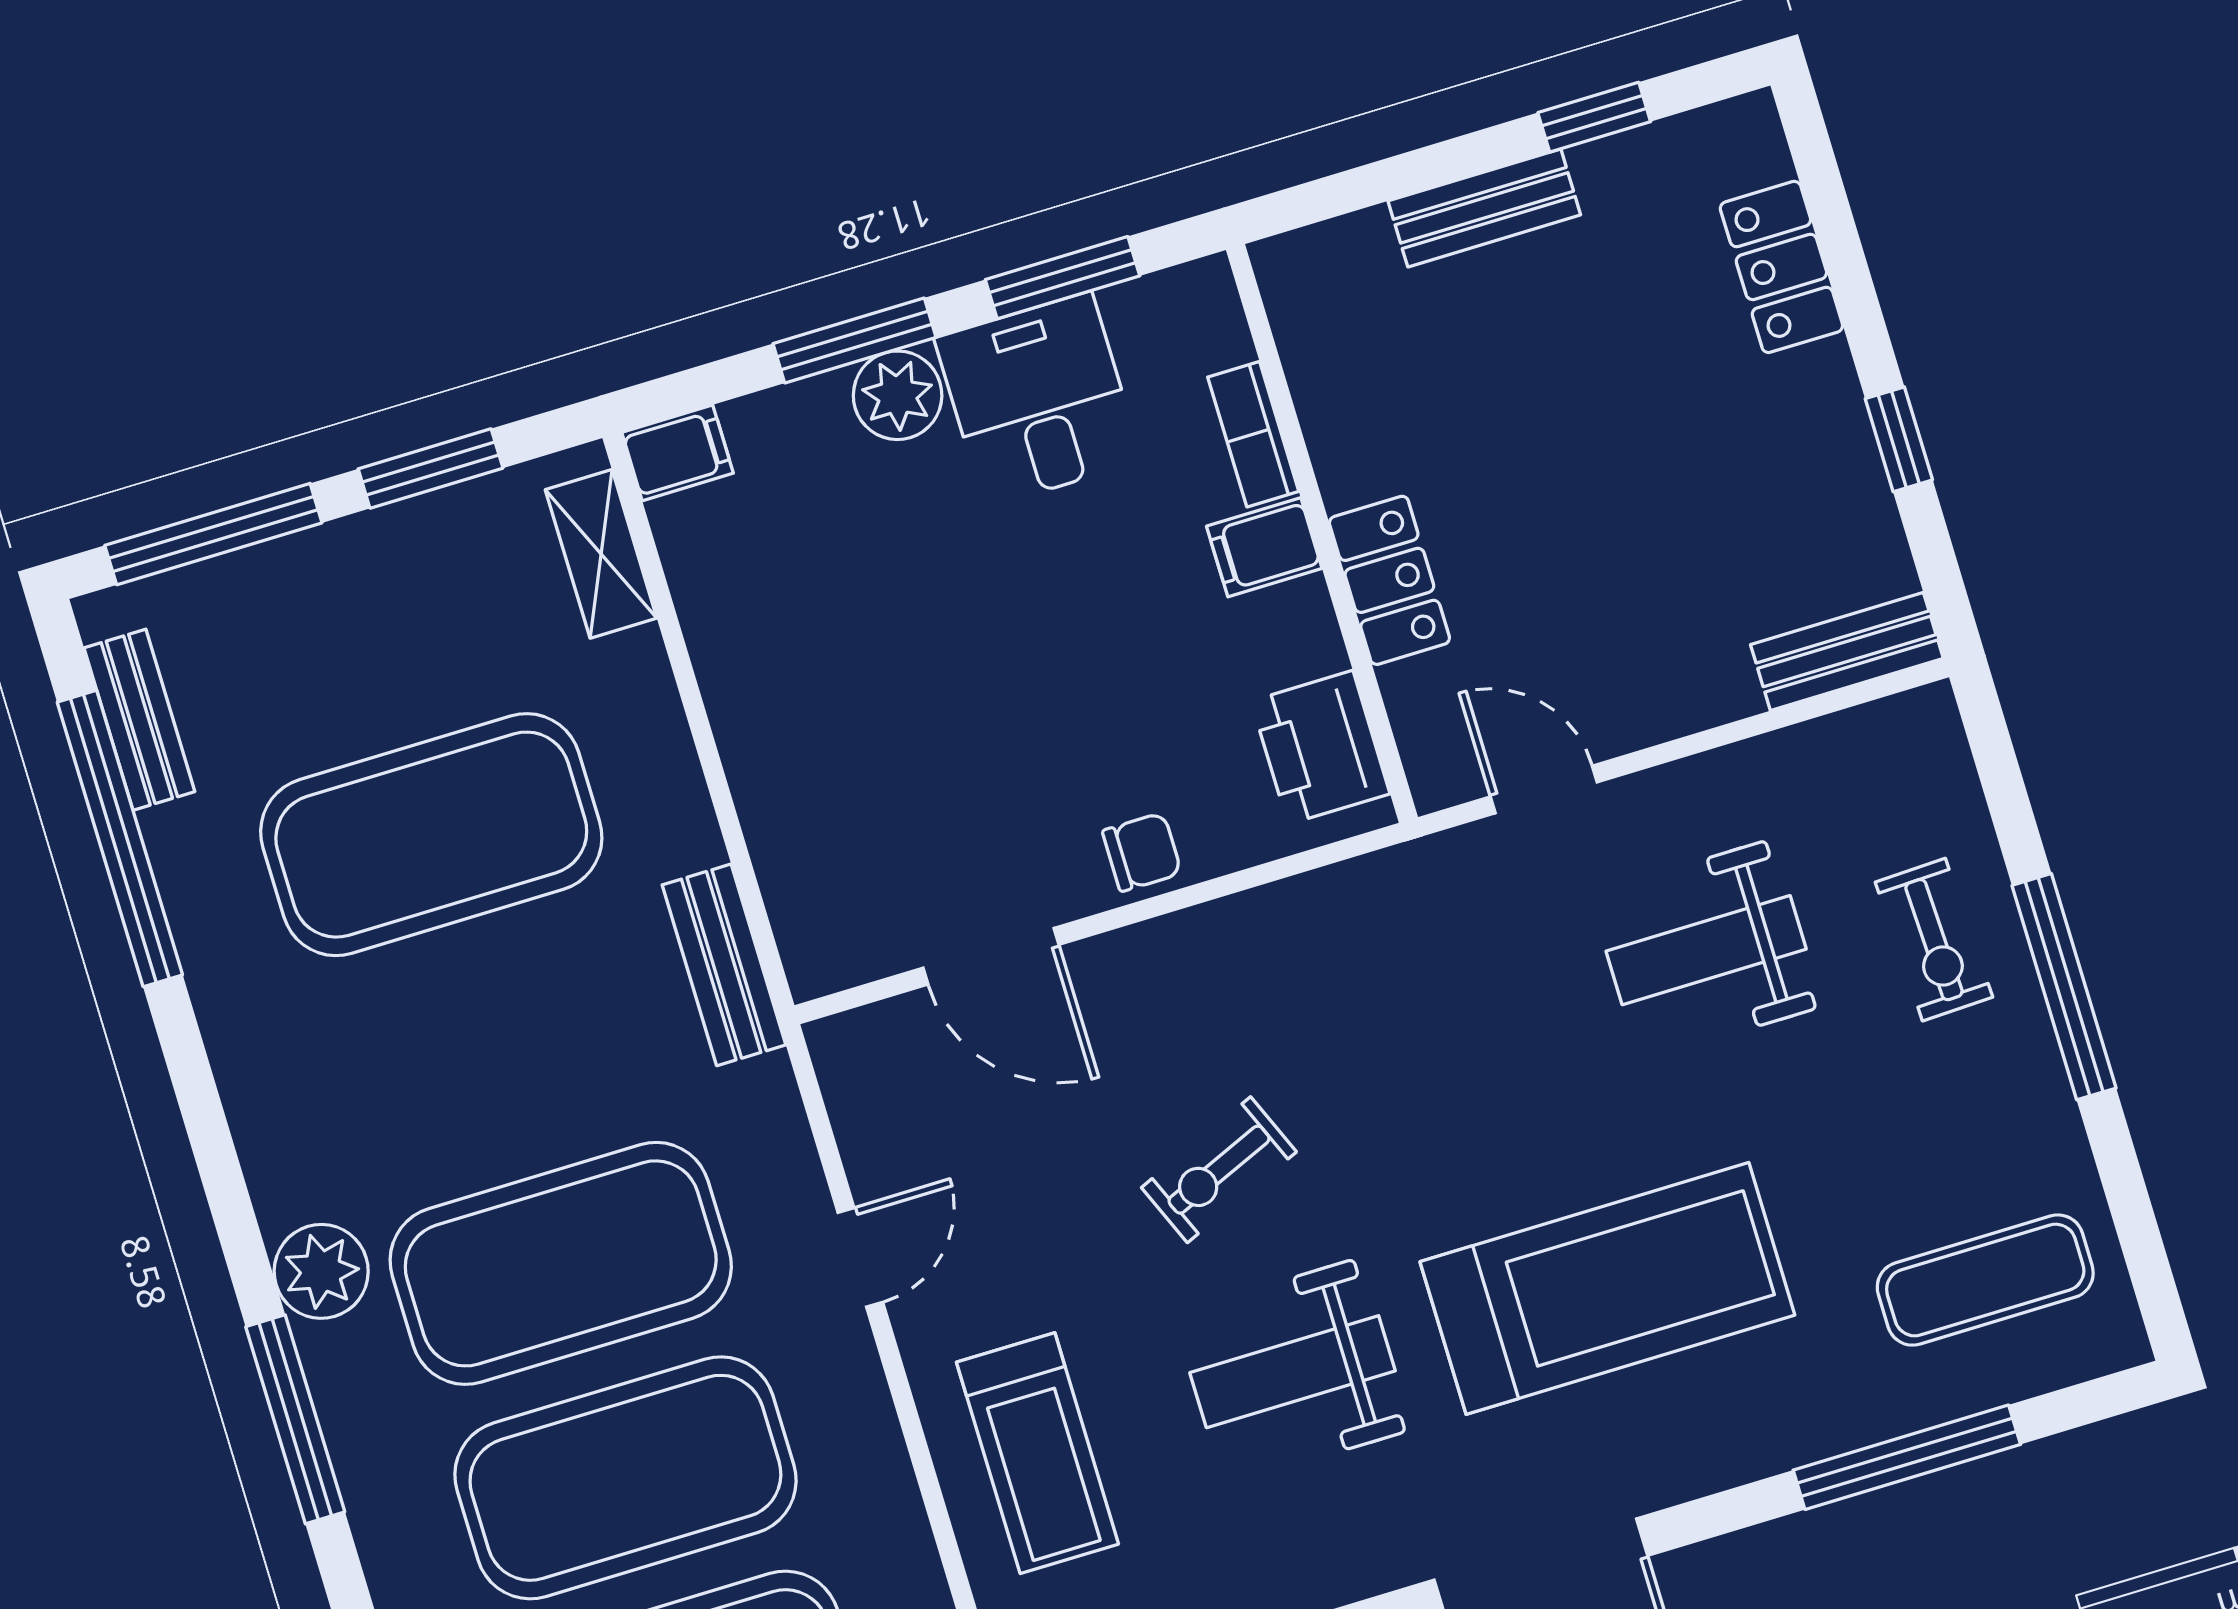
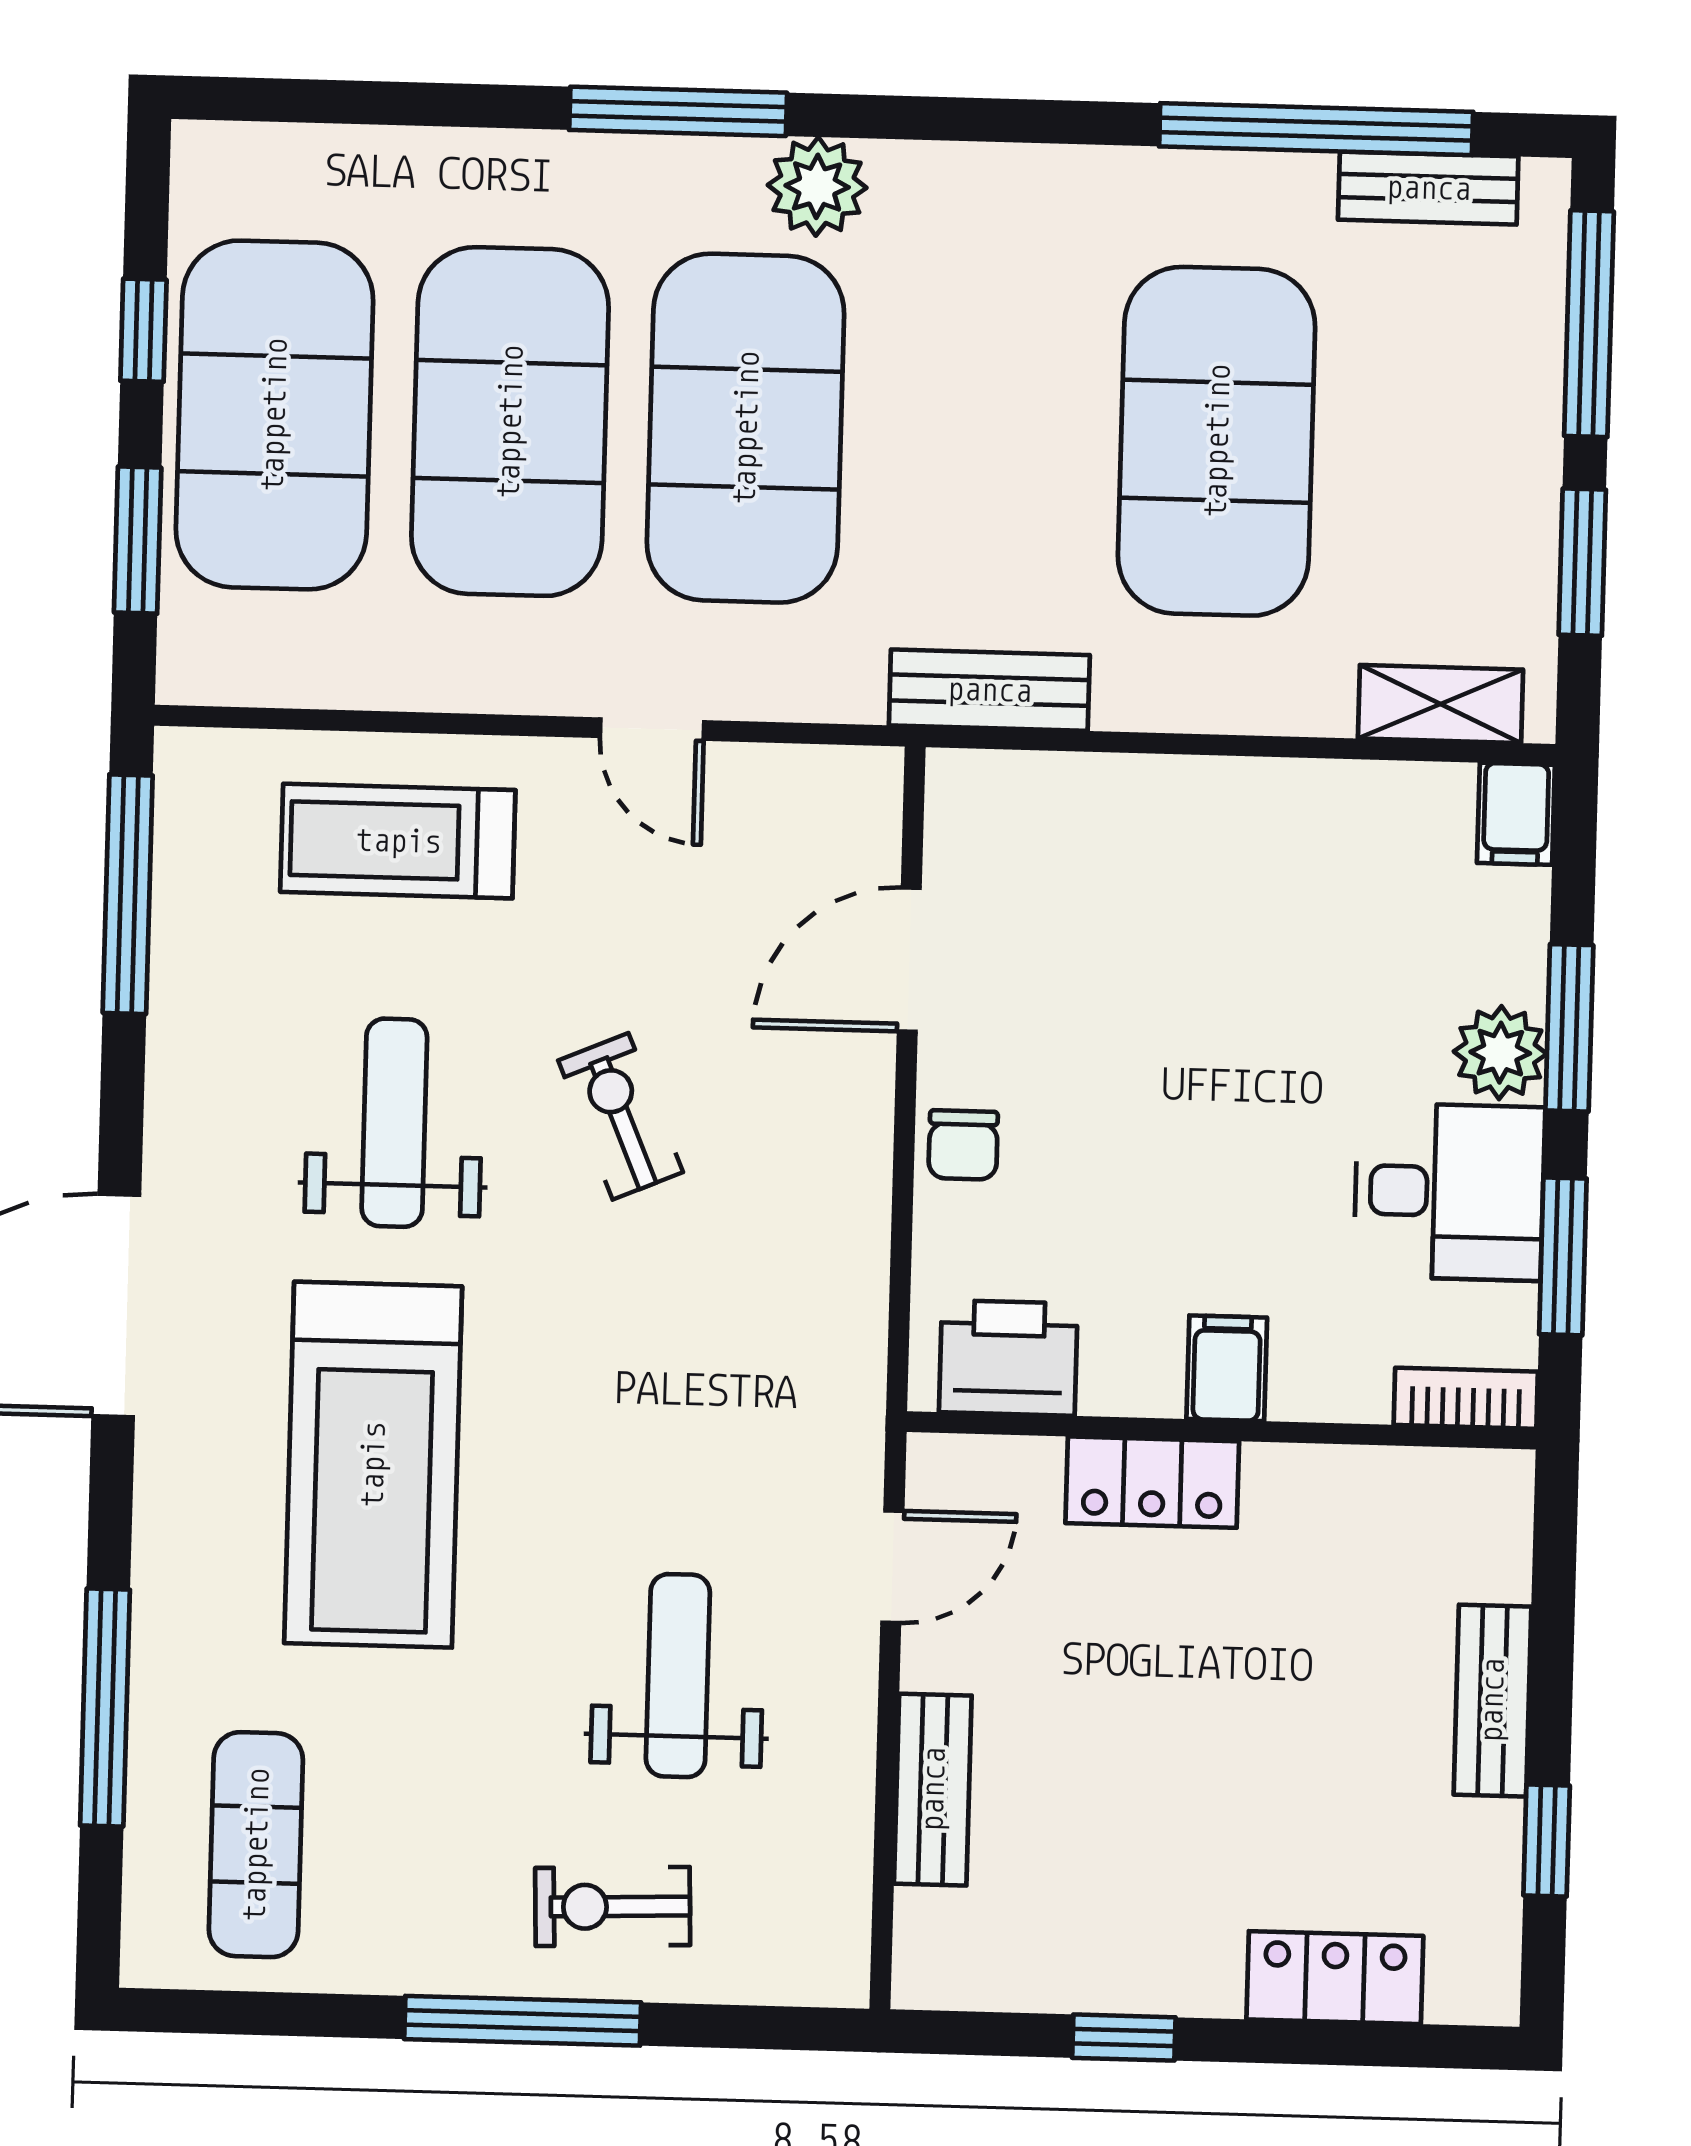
bookcase: (1253, 434) -> (1466, 1398), moved
bench: (1847, 651) -> (933, 1790), moved

